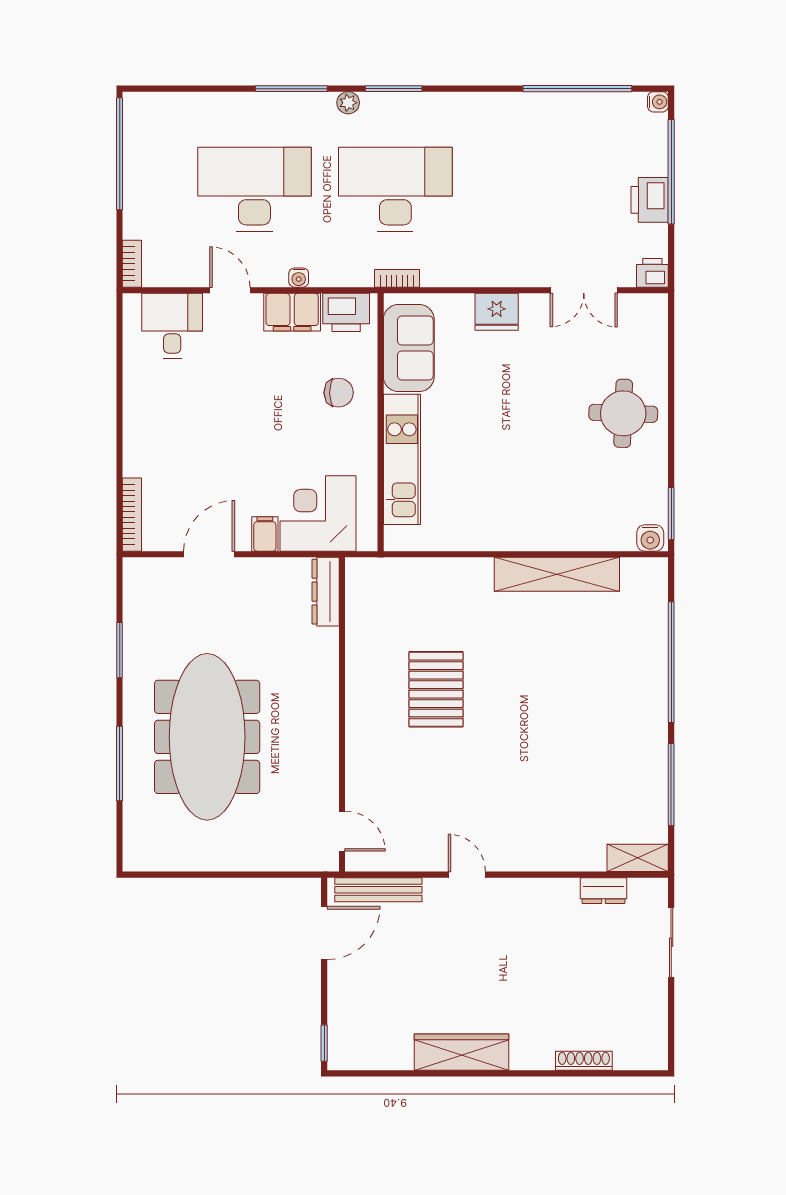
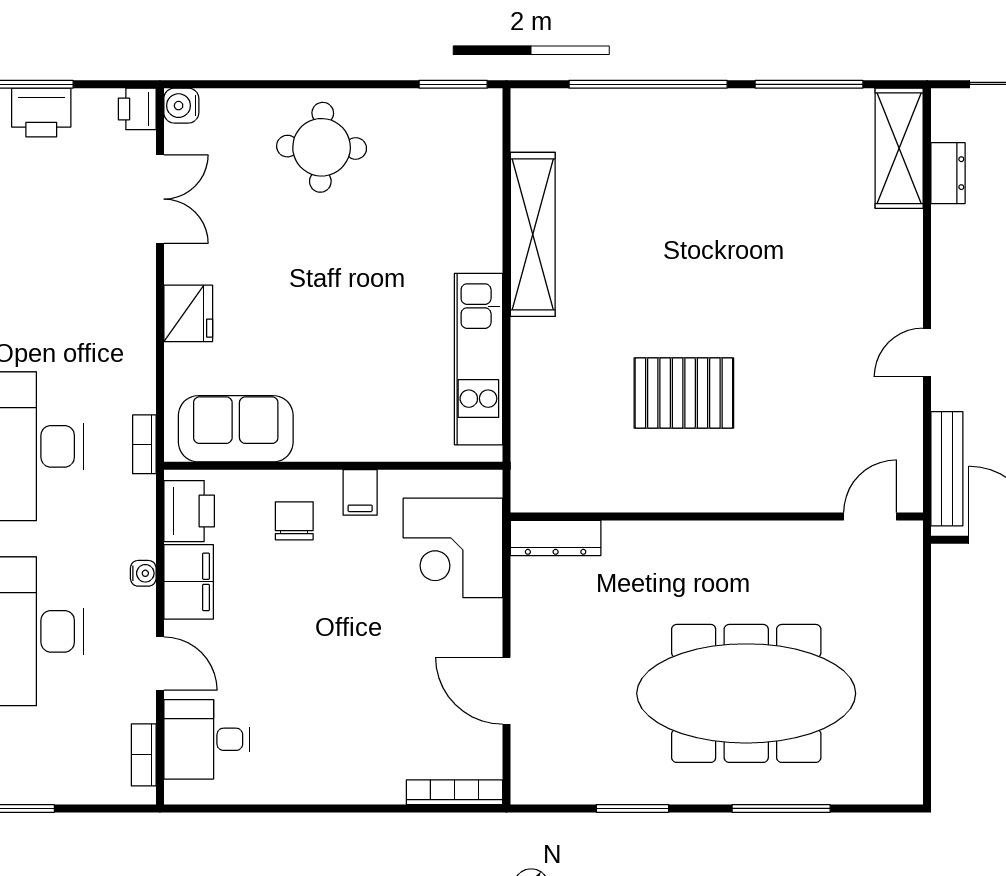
bookcase: (132, 264) -> (144, 755), moved, turned -90
door: (230, 290) -> (160, 663), swing flipped
kitchen unit: (402, 459) -> (478, 359), moved, turned -90
filing cabinet: (265, 534) -> (360, 492), moved, turned -90
water cooler: (650, 538) -> (181, 106), moved, turned 180
shelving: (638, 858) -> (899, 148), width x1.50, depth x1.33

